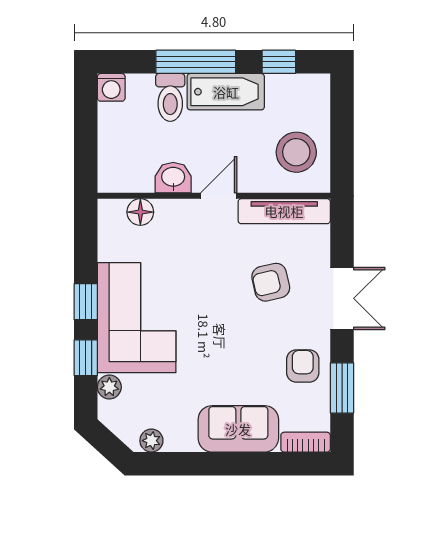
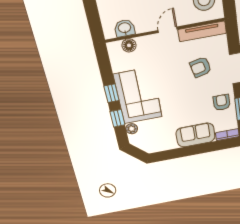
washbasin: (173, 178) -> (125, 28), moved
plant: (151, 441) -> (156, 147), removed

